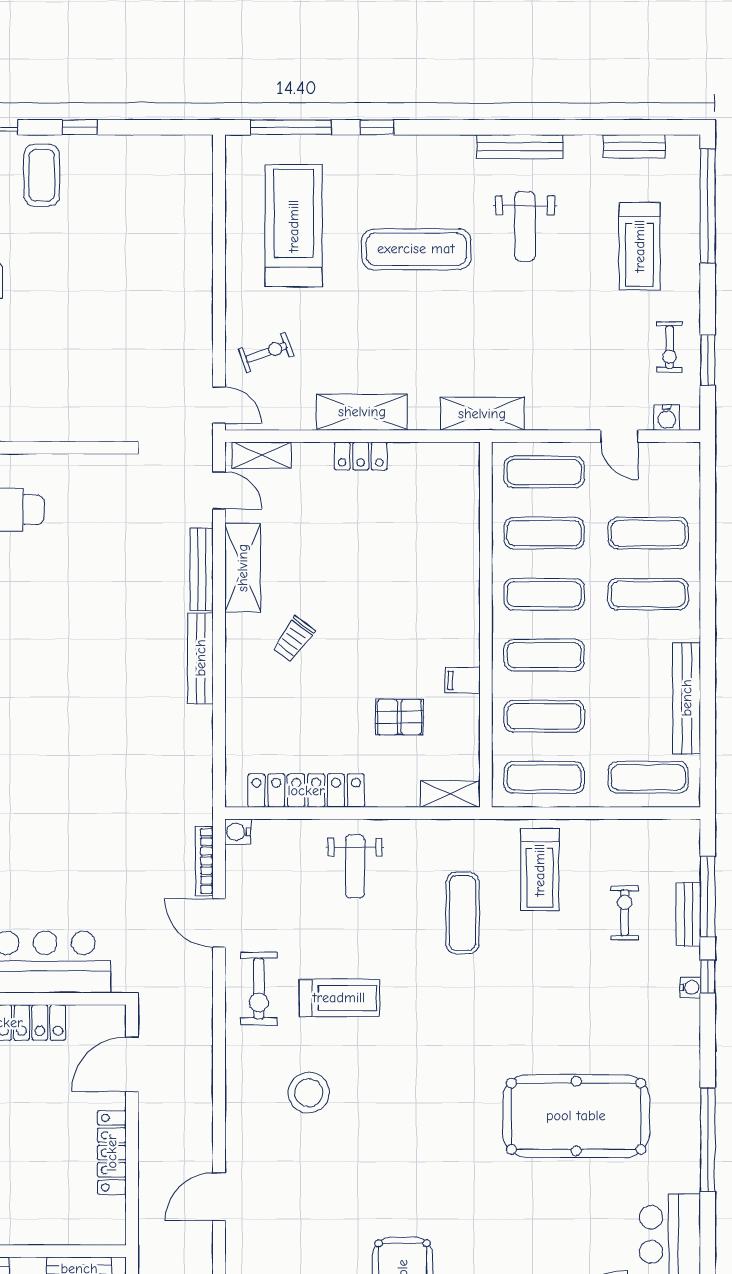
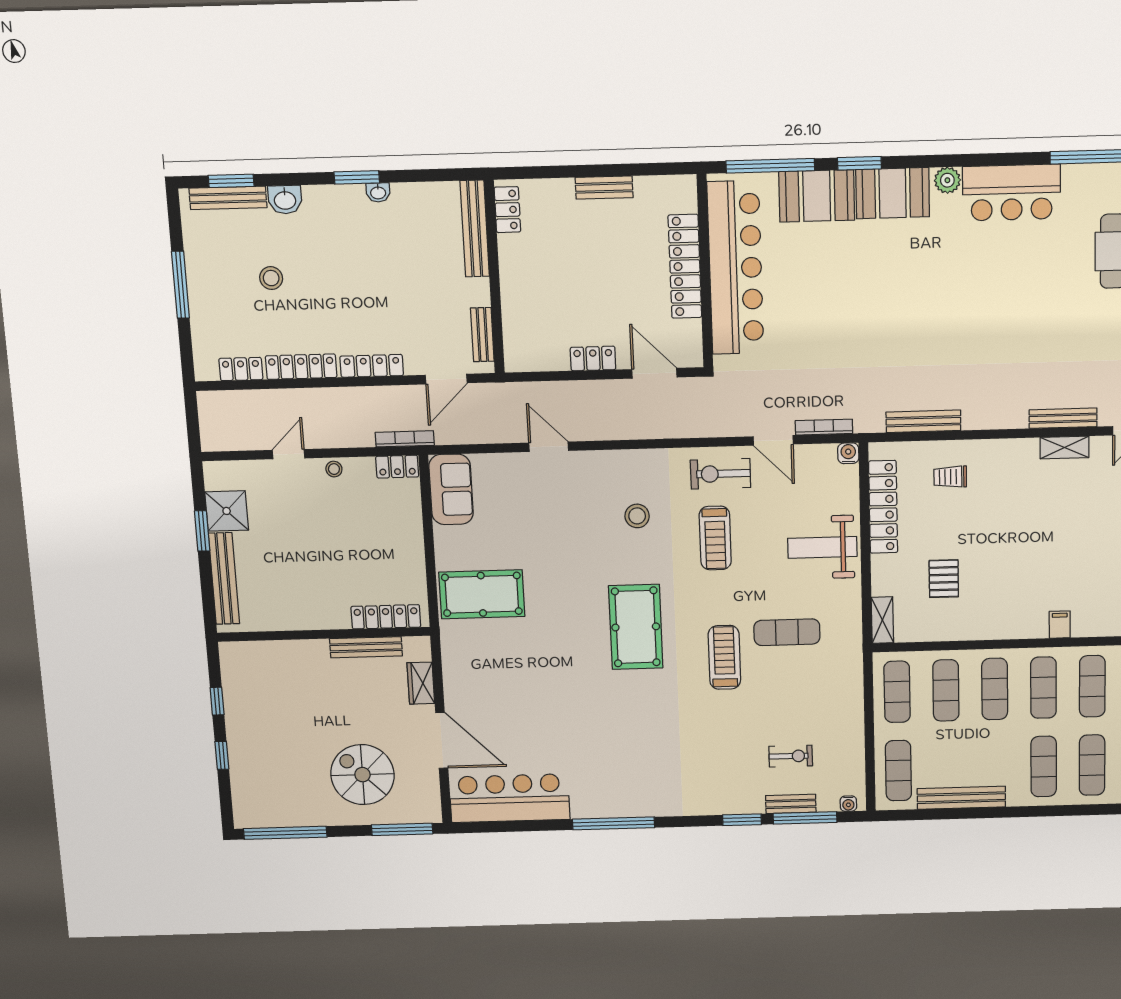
shelving: (243, 568) -> (1065, 448), width x0.67, depth x0.75
trolley: (294, 639) -> (950, 477), moved, turned -36
bench: (201, 658) -> (923, 421), moved
filing cabinet: (463, 680) -> (1060, 625), moved
weight bench: (355, 866) -> (822, 547), width x1.36, depth x1.33
treadmill: (540, 870) -> (724, 657), moved, turned 90
door: (219, 923) -> (773, 440), swing flipped
window: (708, 977) -> (742, 820), width x1.50
water cooler: (690, 987) -> (848, 804), moved
stool: (309, 1093) -> (637, 516), width x0.73, depth x0.73
pool table: (576, 1116) -> (636, 627), moved, width x0.73, depth x0.76
locker: (112, 1153) -> (593, 358), width x0.66

